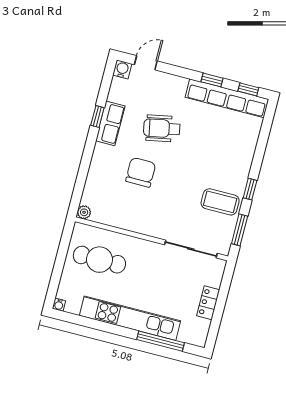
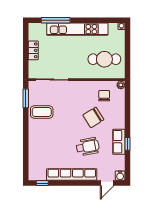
window: (212, 80) -> (65, 183), removed
row of seats: (227, 98) -> (72, 175), moved
chair: (141, 172) -> (93, 117), turned 58
window: (250, 189) -> (26, 124), removed
chair: (115, 202) -> (104, 96), added

